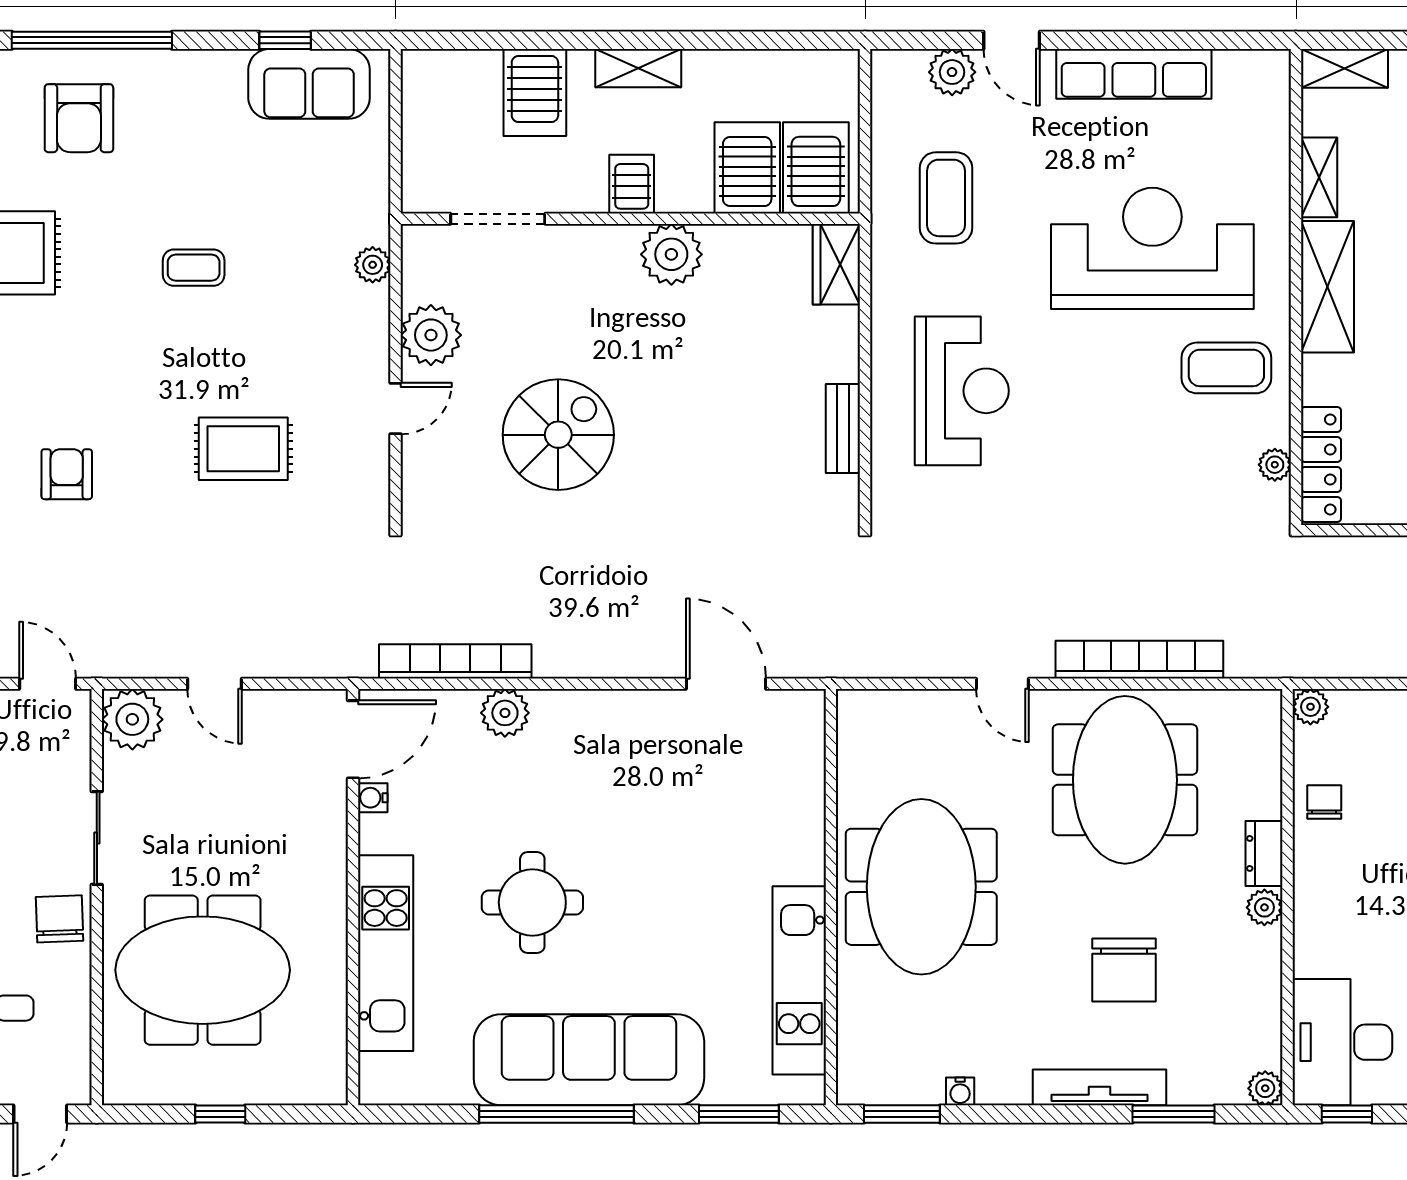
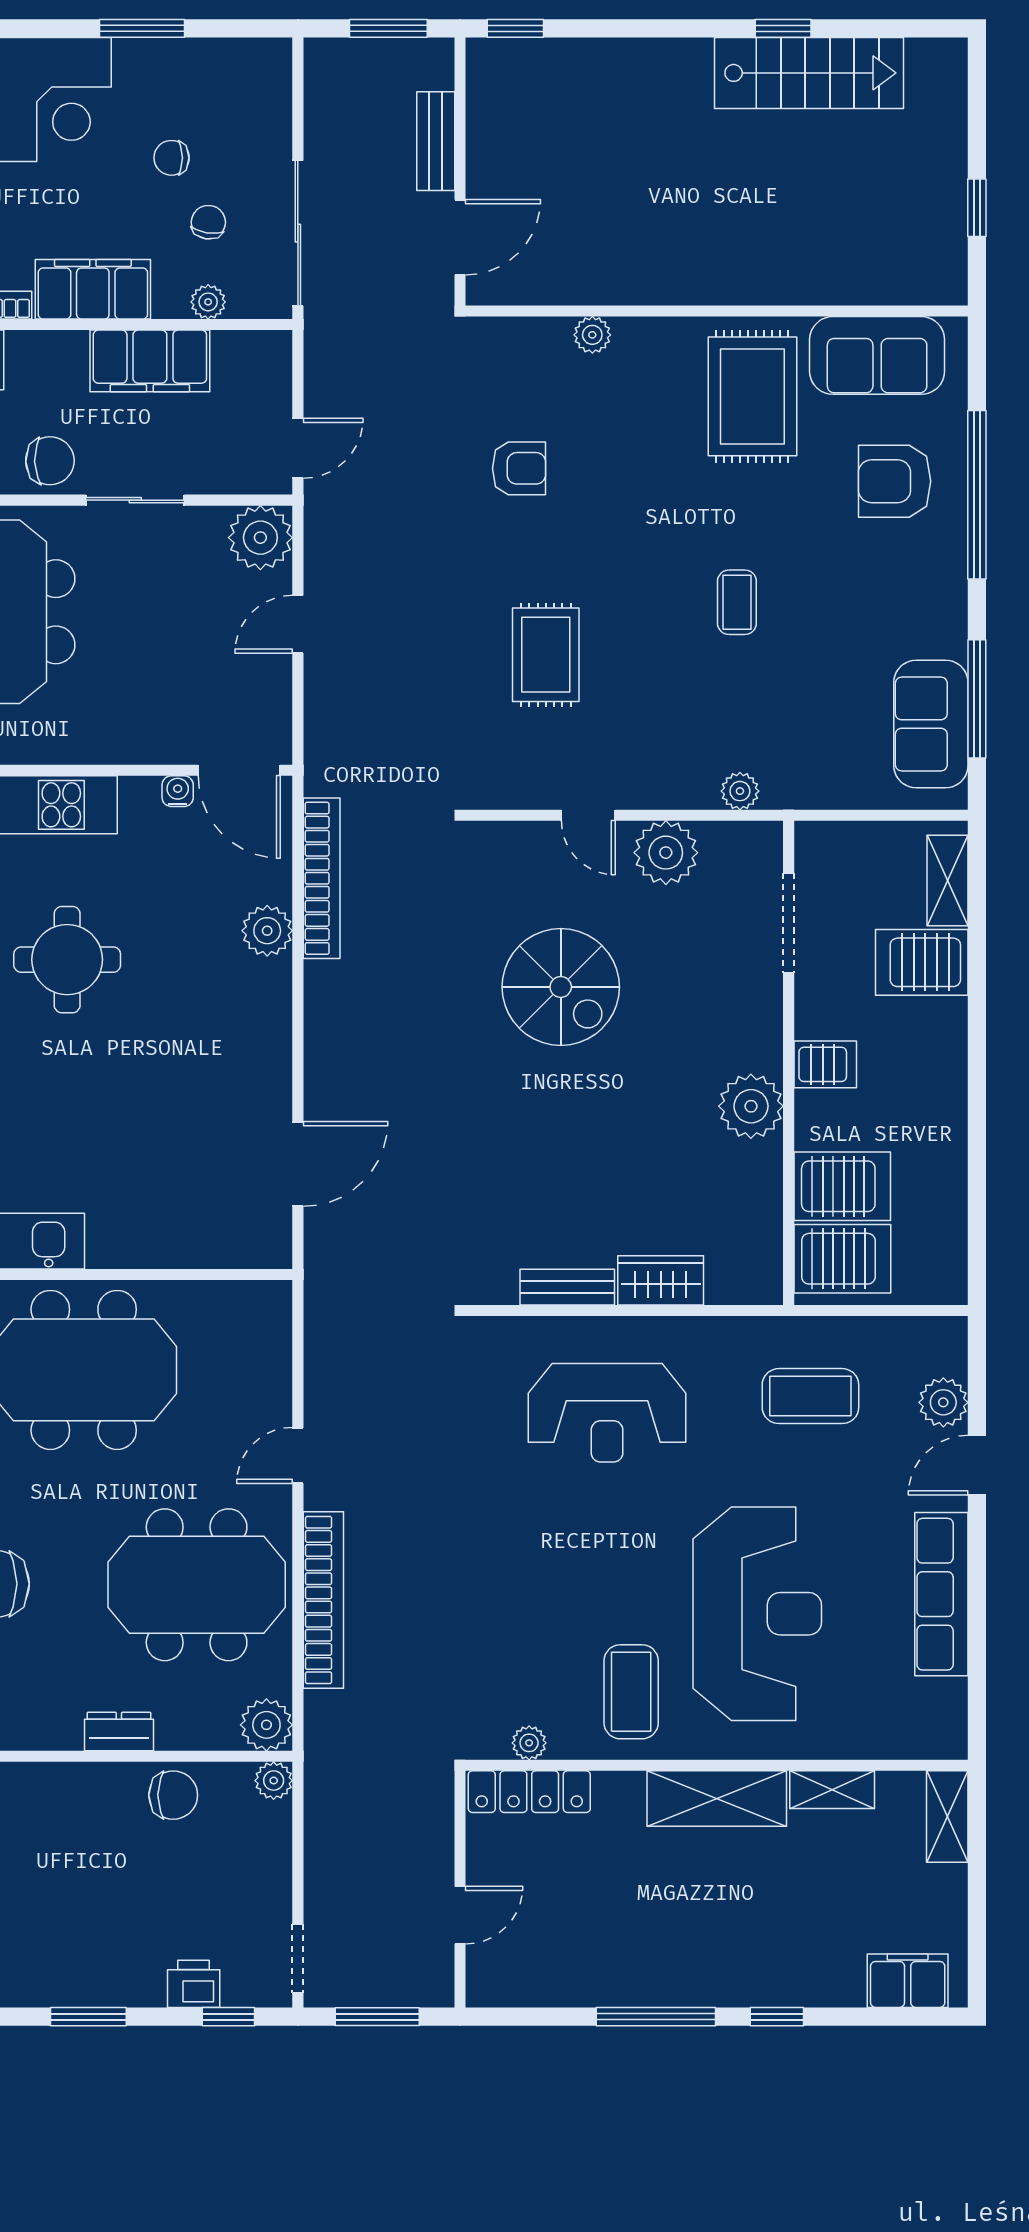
window: (285, 40) -> (977, 699), width x2.17
shelving: (638, 68) -> (947, 881), moved
wardrobe: (836, 264) -> (661, 1280), moved
chair: (1324, 802) -> (173, 1795), width x1.37, depth x1.37
plant: (1264, 907) -> (266, 1725), moved, width x1.38, depth x1.38

